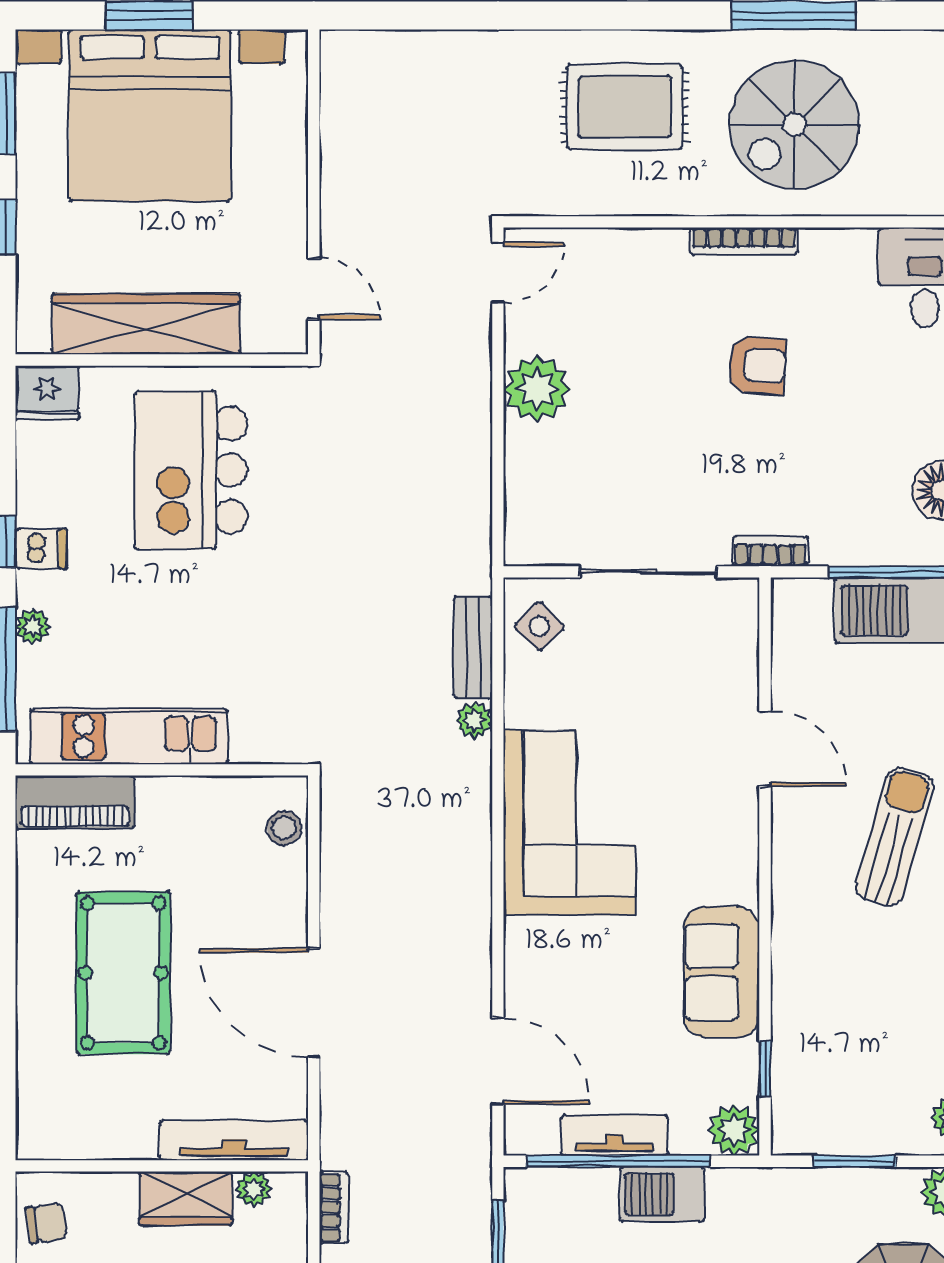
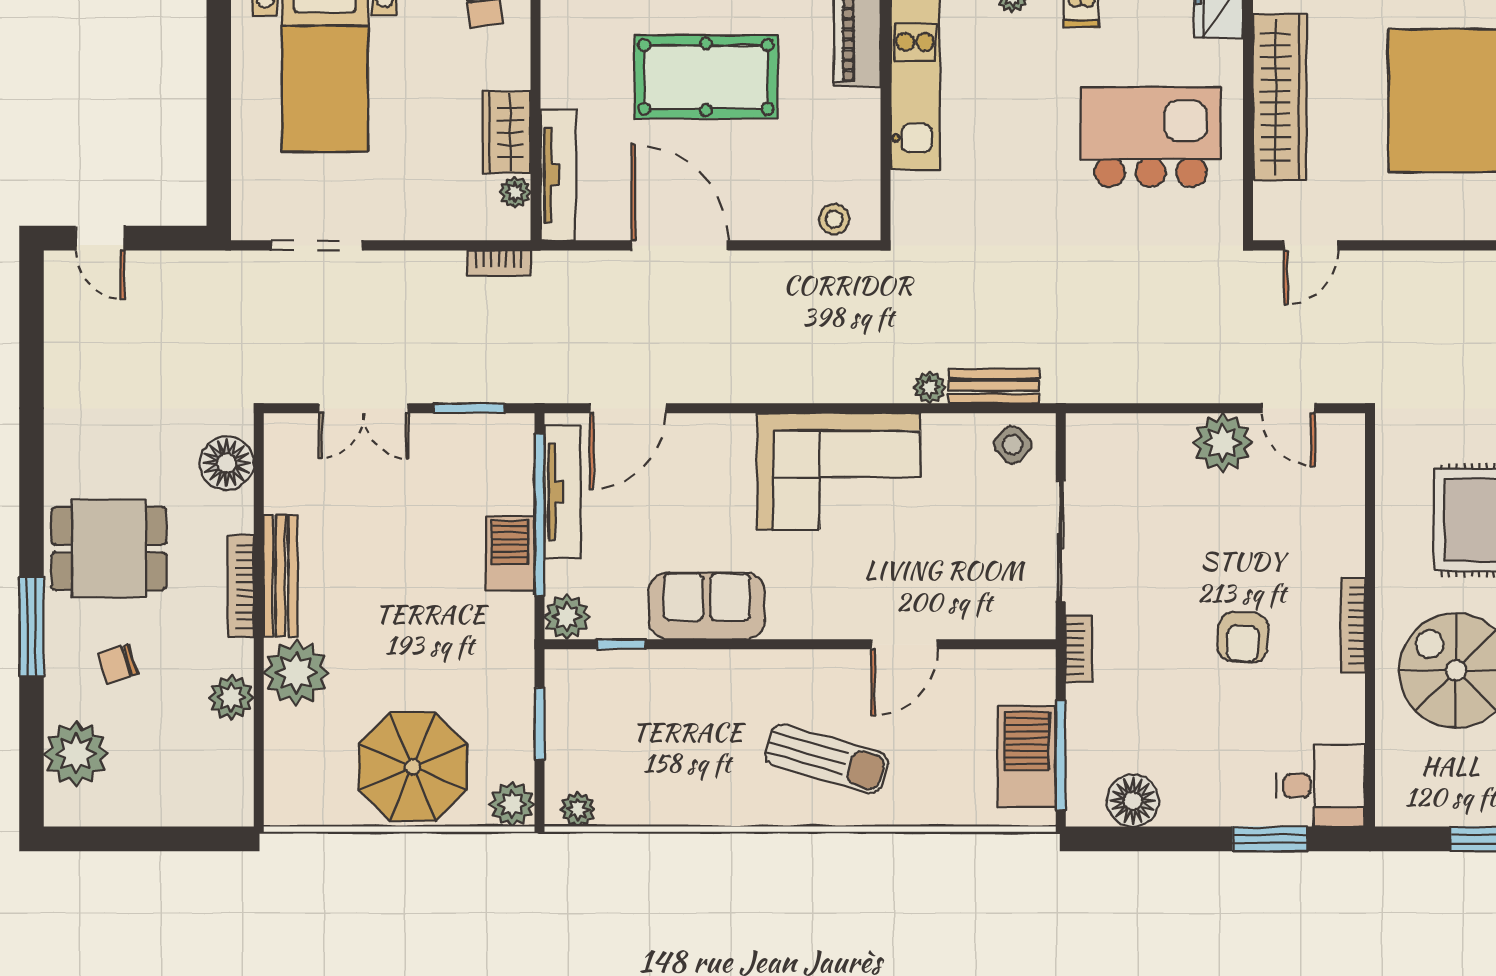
door: (498, 272) -> (1288, 408), moved
door: (314, 1003) -> (680, 245), hinge flipped
tv unit: (614, 1135) -> (562, 492), width x1.41

